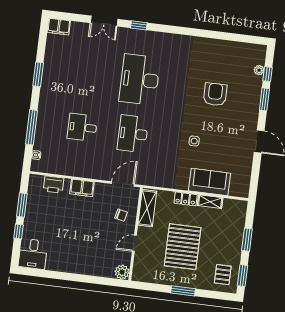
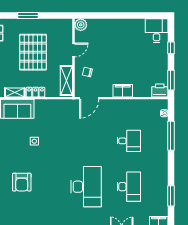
window: (38, 74) -> (171, 196), moved
desk: (133, 134) -> (129, 187), moved
printer: (54, 184) -> (160, 90), moved
window: (22, 205) -> (171, 80), moved

